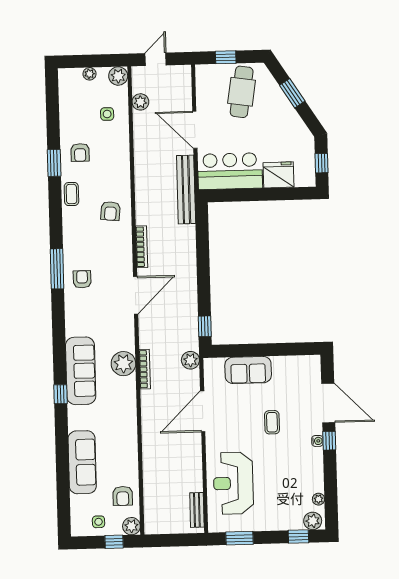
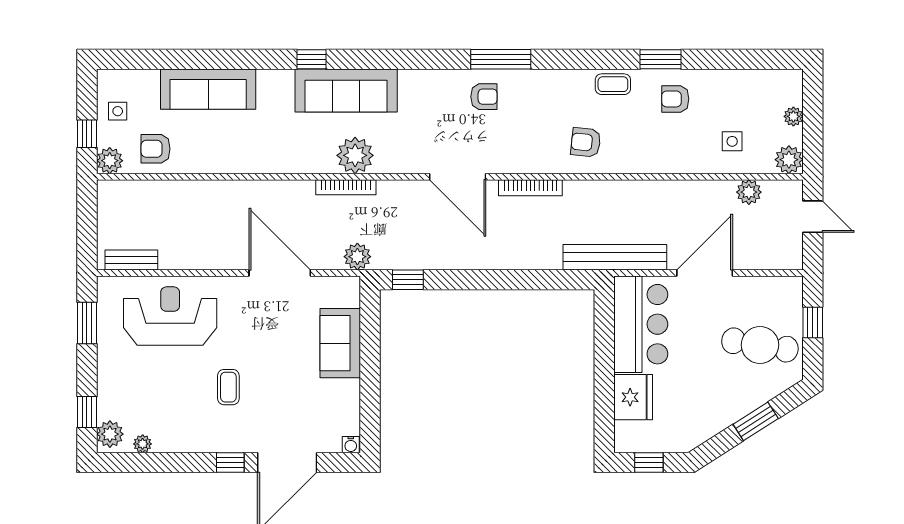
coffee table: (272, 422) -> (228, 387), moved, turned 90
water cooler: (317, 441) -> (351, 445), moved

